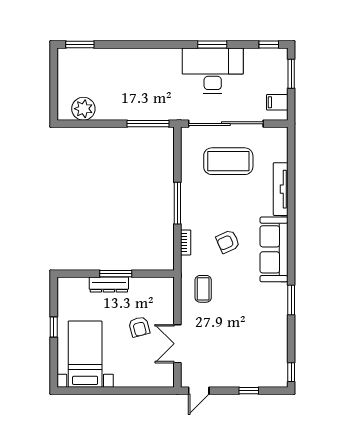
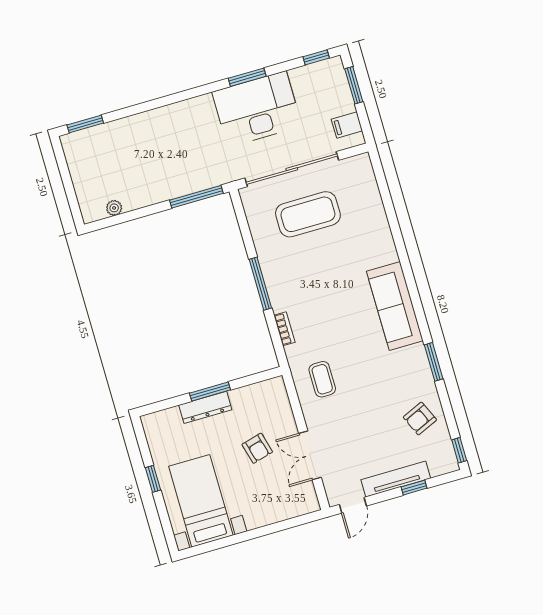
plant: (83, 109) -> (114, 208), width x0.53, depth x0.53
tv unit: (281, 189) -> (396, 479), moved, turned 90
armchair: (228, 242) -> (420, 419), moved

